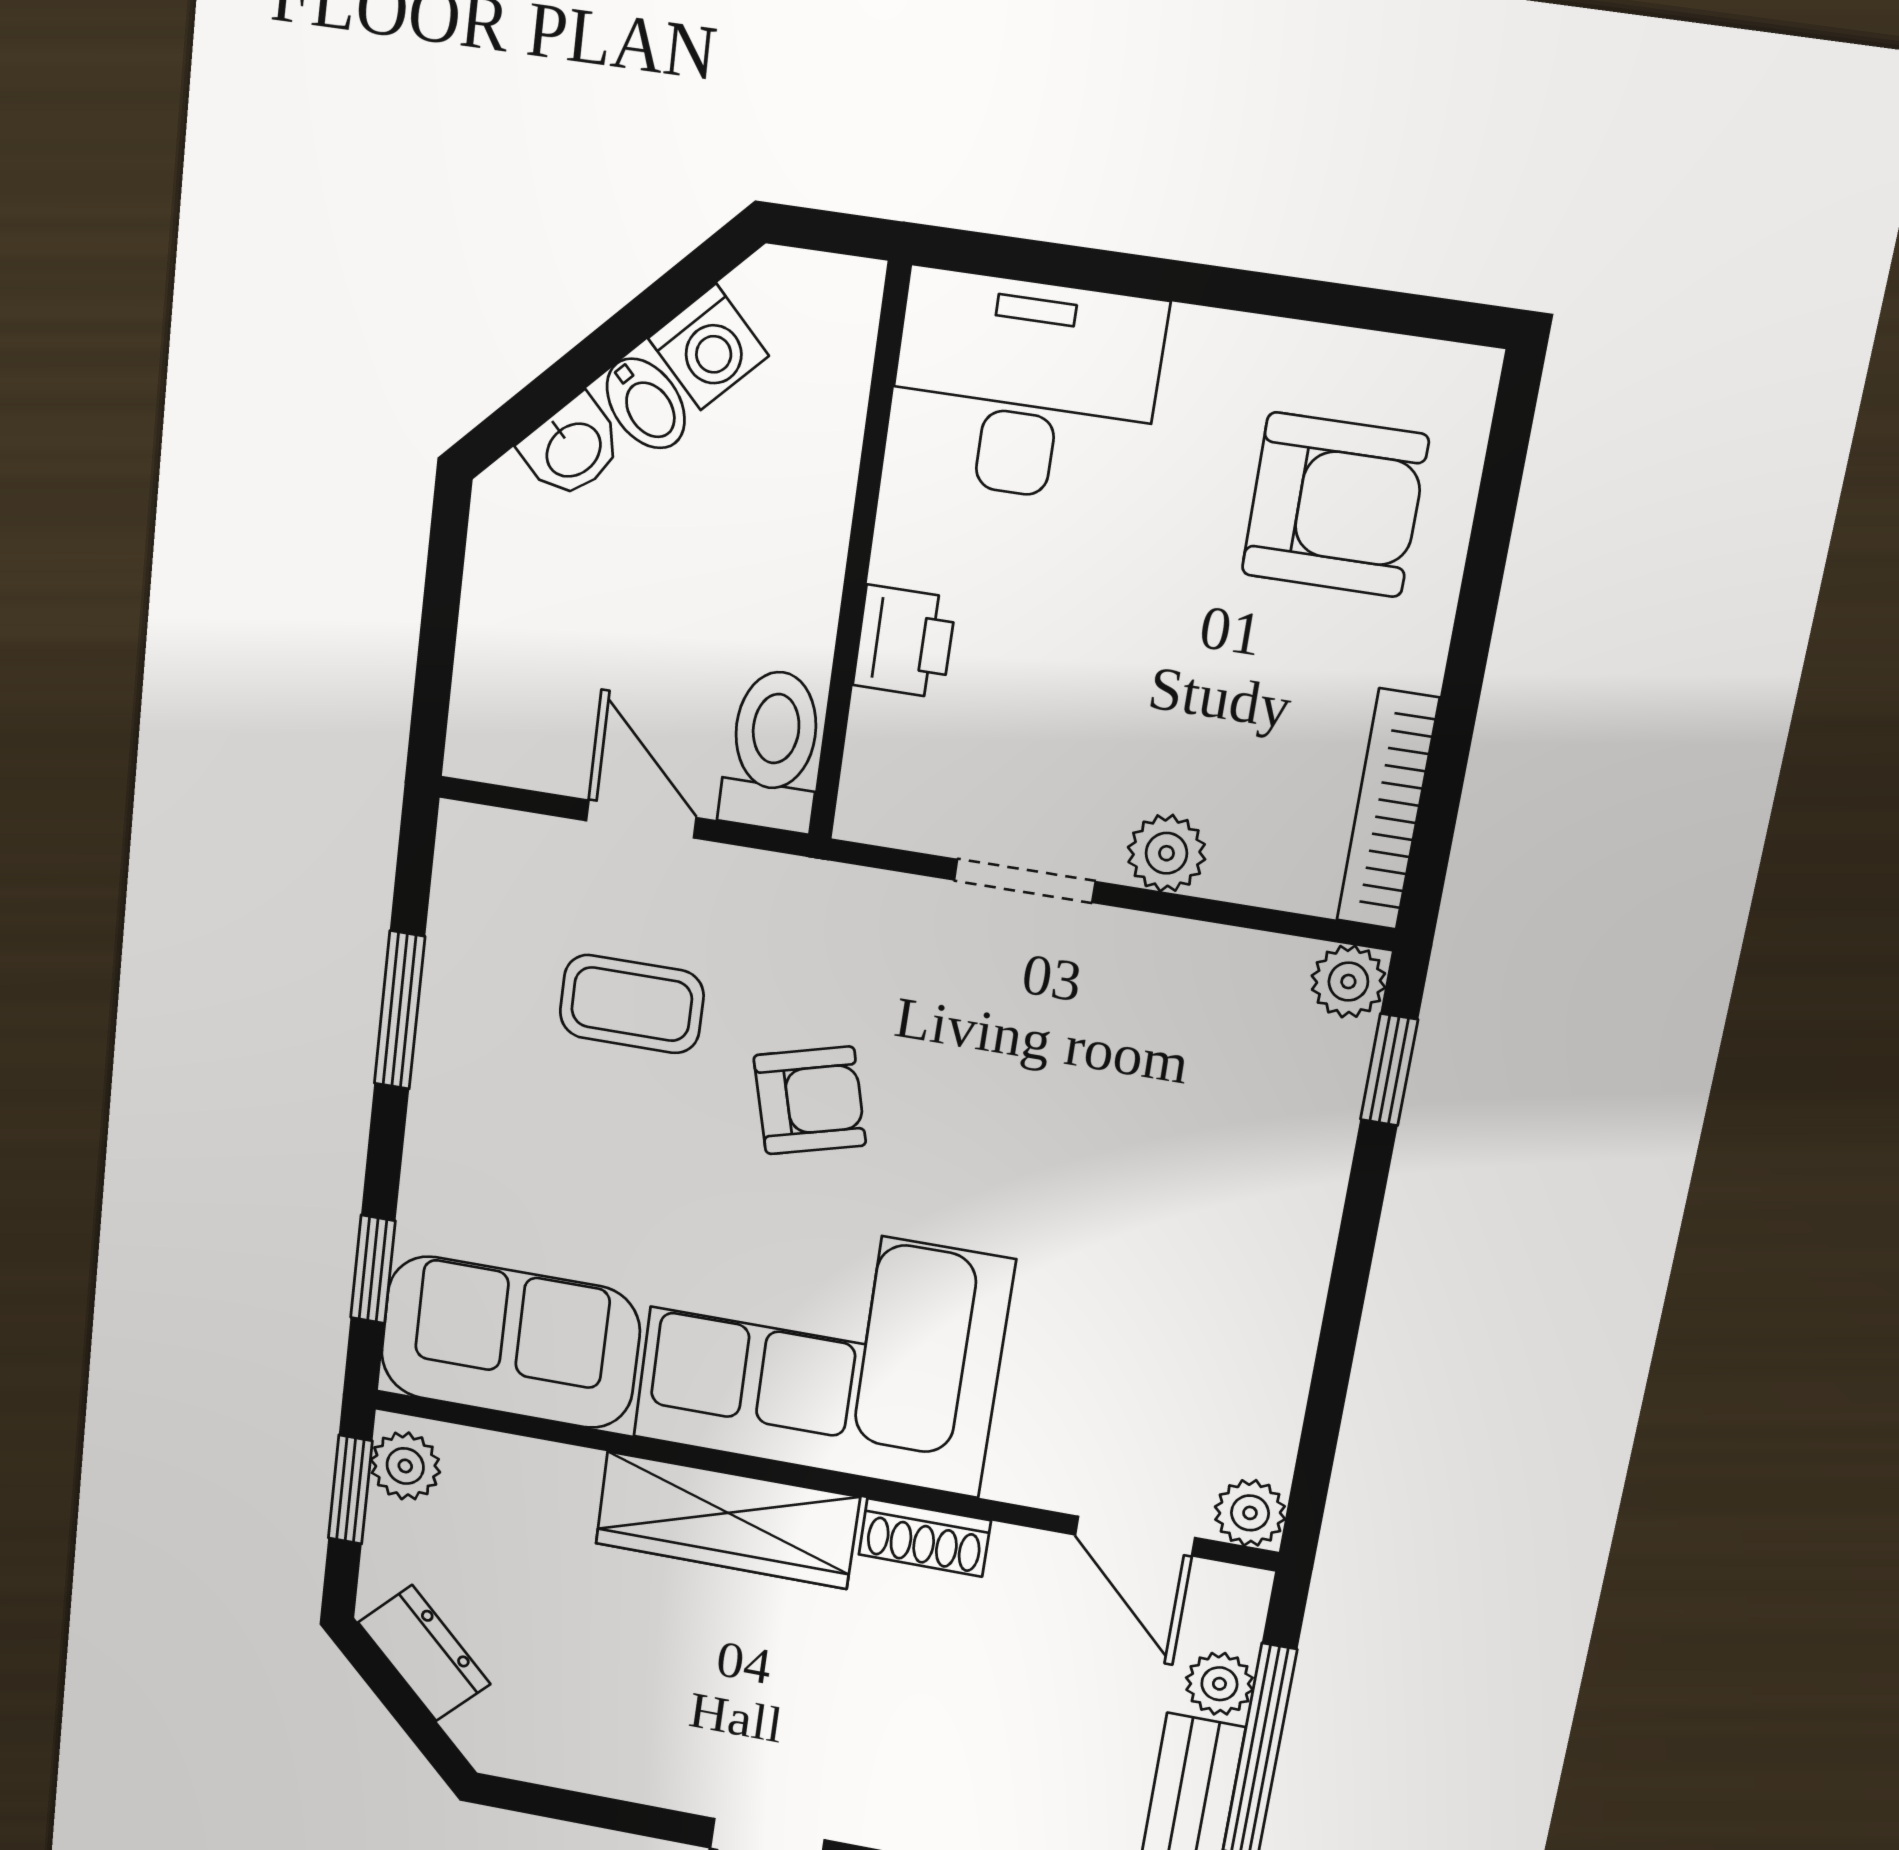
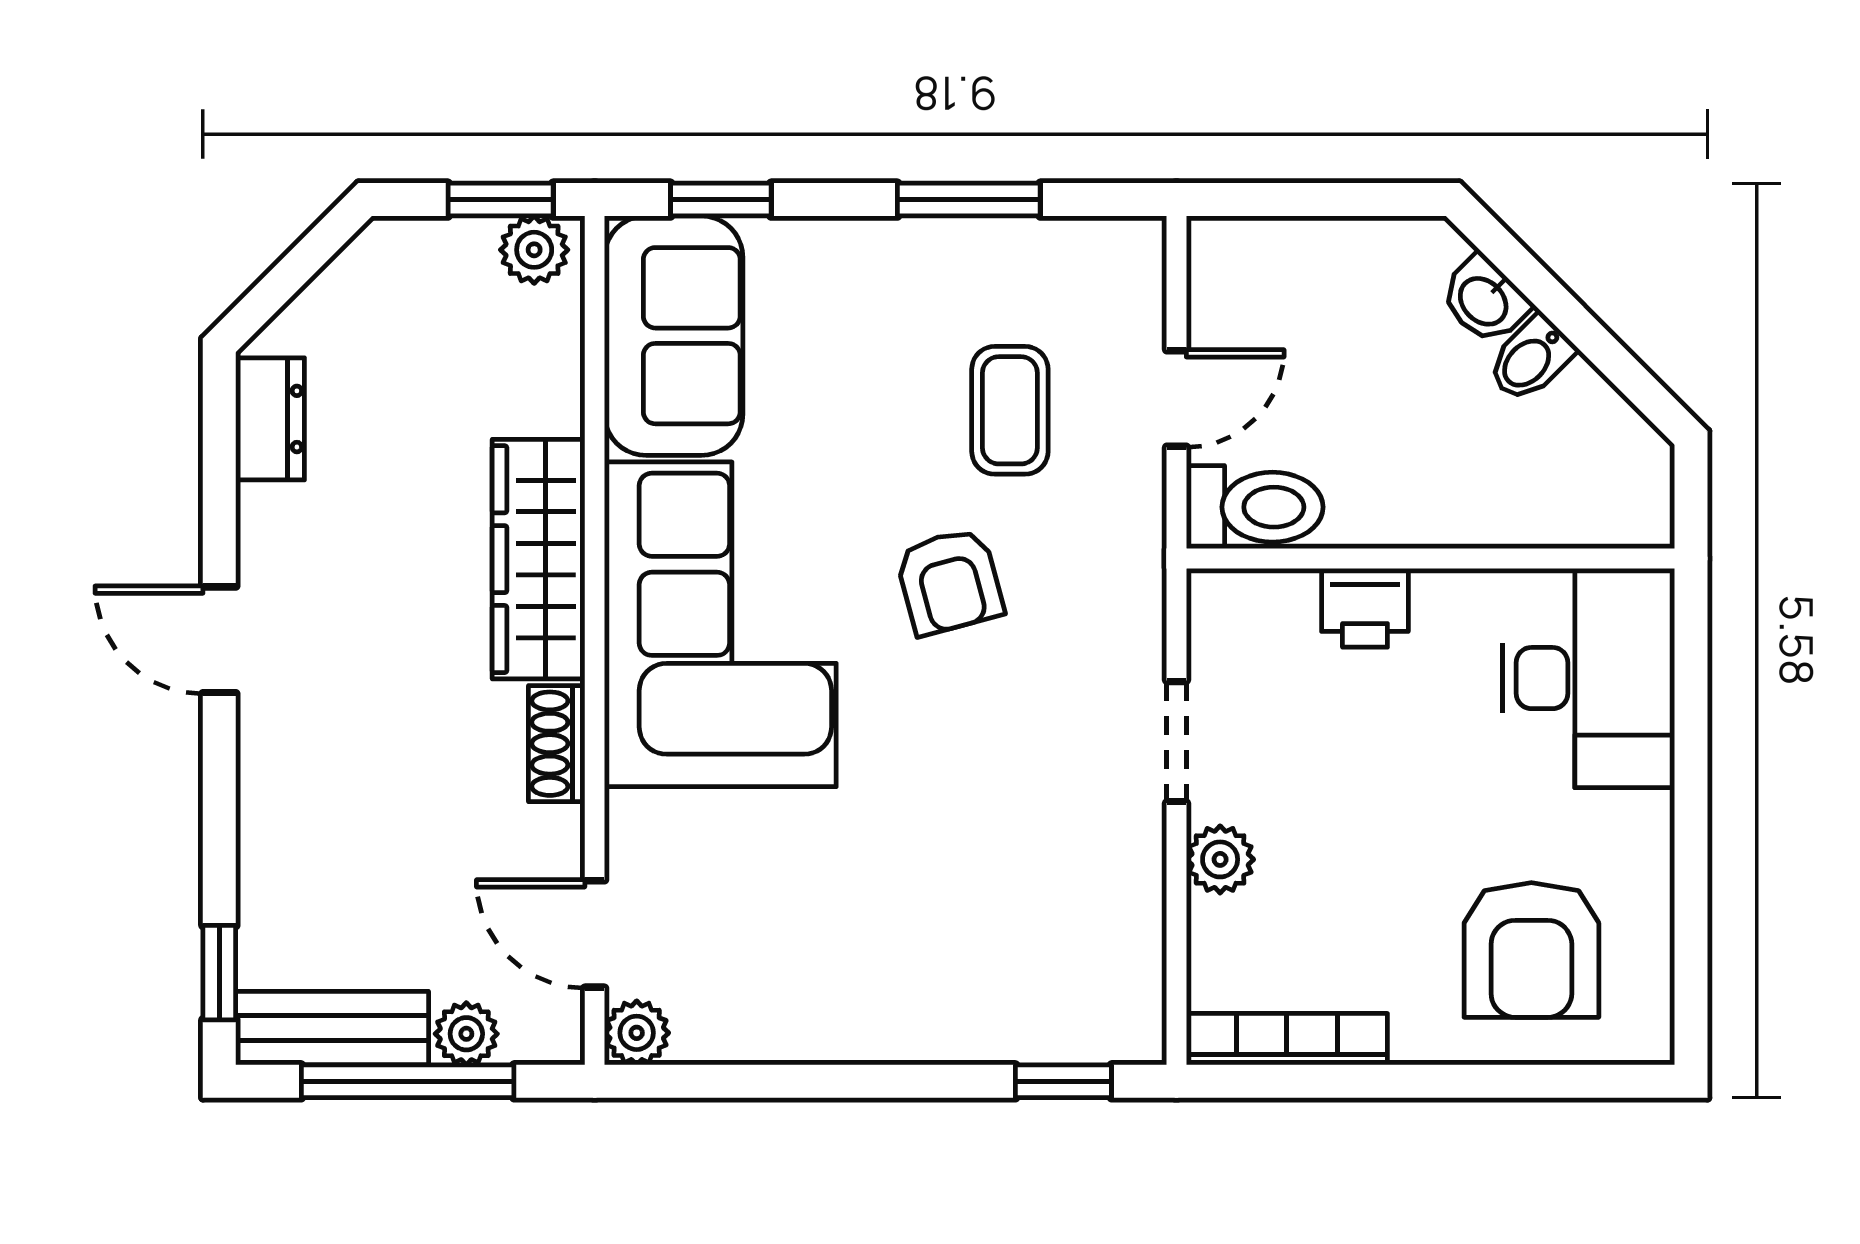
washing machine: (708, 347) -> (1584, 407), removed
plant: (1348, 982) -> (1135, 1033), removed
door: (1135, 1536) -> (595, 934), hinge flipped
dresser: (424, 1653) -> (270, 419), moved, turned -45

